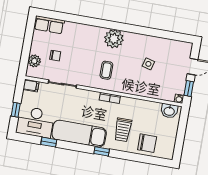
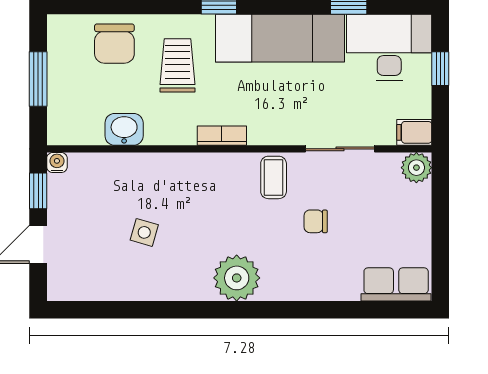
chair: (55, 56) -> (316, 221), moved
plant: (34, 61) -> (416, 168), moved
coffee table: (106, 70) -> (274, 177), moved
washbasin: (169, 111) -> (124, 129), moved
window: (181, 134) -> (38, 79), added
chair: (147, 143) -> (114, 44), turned -90

